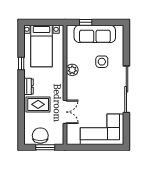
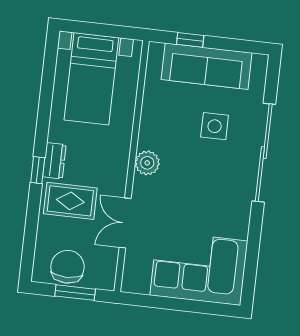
window: (21, 63) -> (38, 170), moved
plant: (72, 70) -> (147, 163), moved
sliding door: (126, 89) -> (264, 153), moved
double door: (65, 112) -> (125, 223), swing flipped

